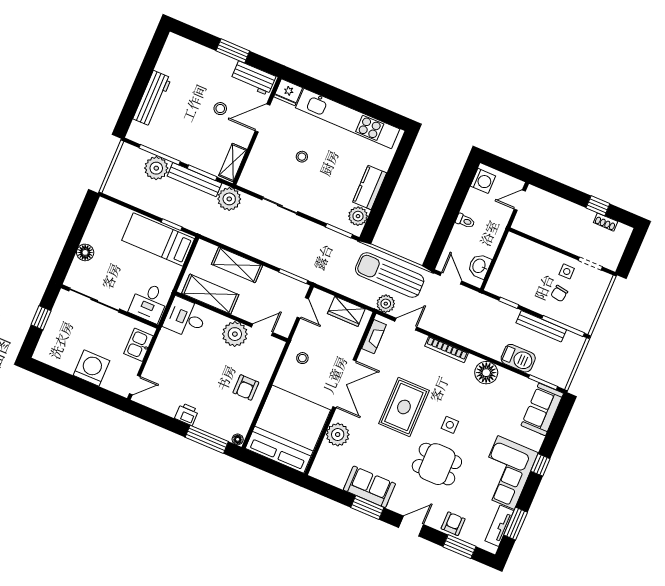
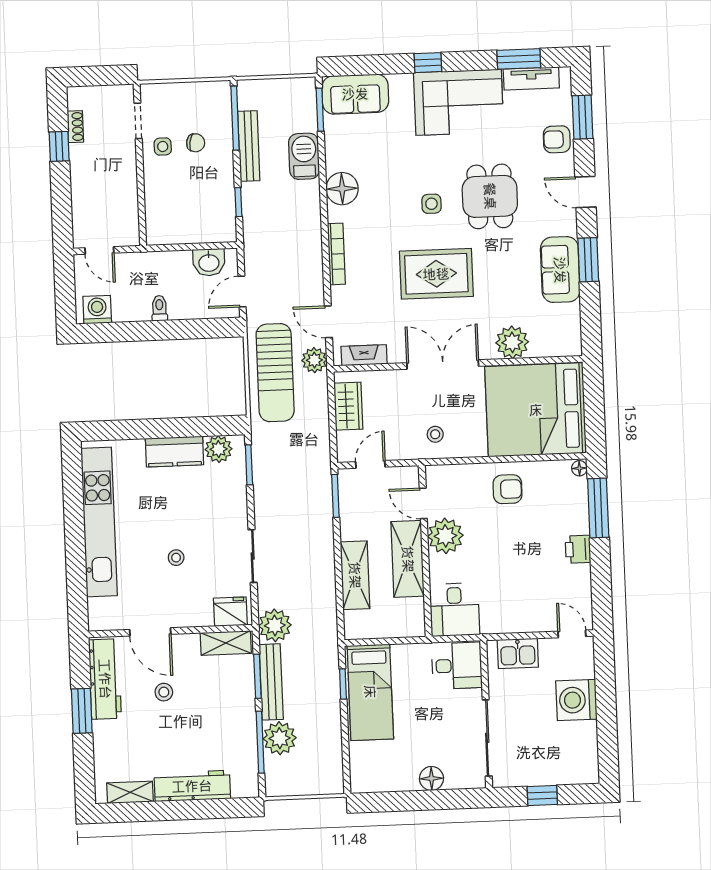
shelving: (167, 57) -> (130, 792), added
workbench: (253, 78) -> (105, 679), width x1.38
fridge: (288, 92) -> (230, 612), moved, turned -90
shelving: (210, 294) -> (408, 559), moved

